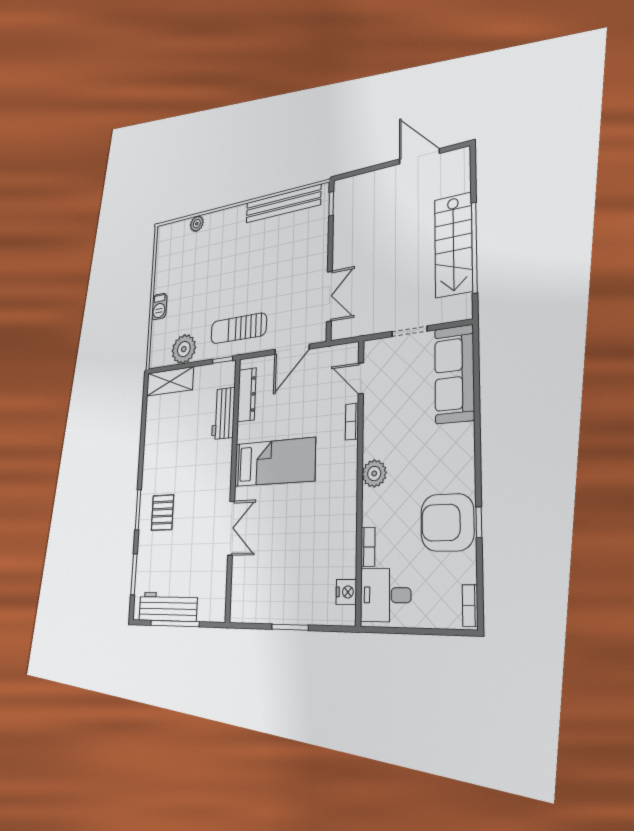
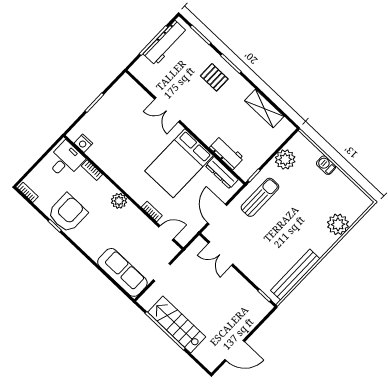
plant: (197, 224) -> (338, 224), width x1.88, depth x1.88
shelving: (170, 381) -> (264, 108), moved, turned 90
bed: (274, 462) -> (179, 163), width x1.50

